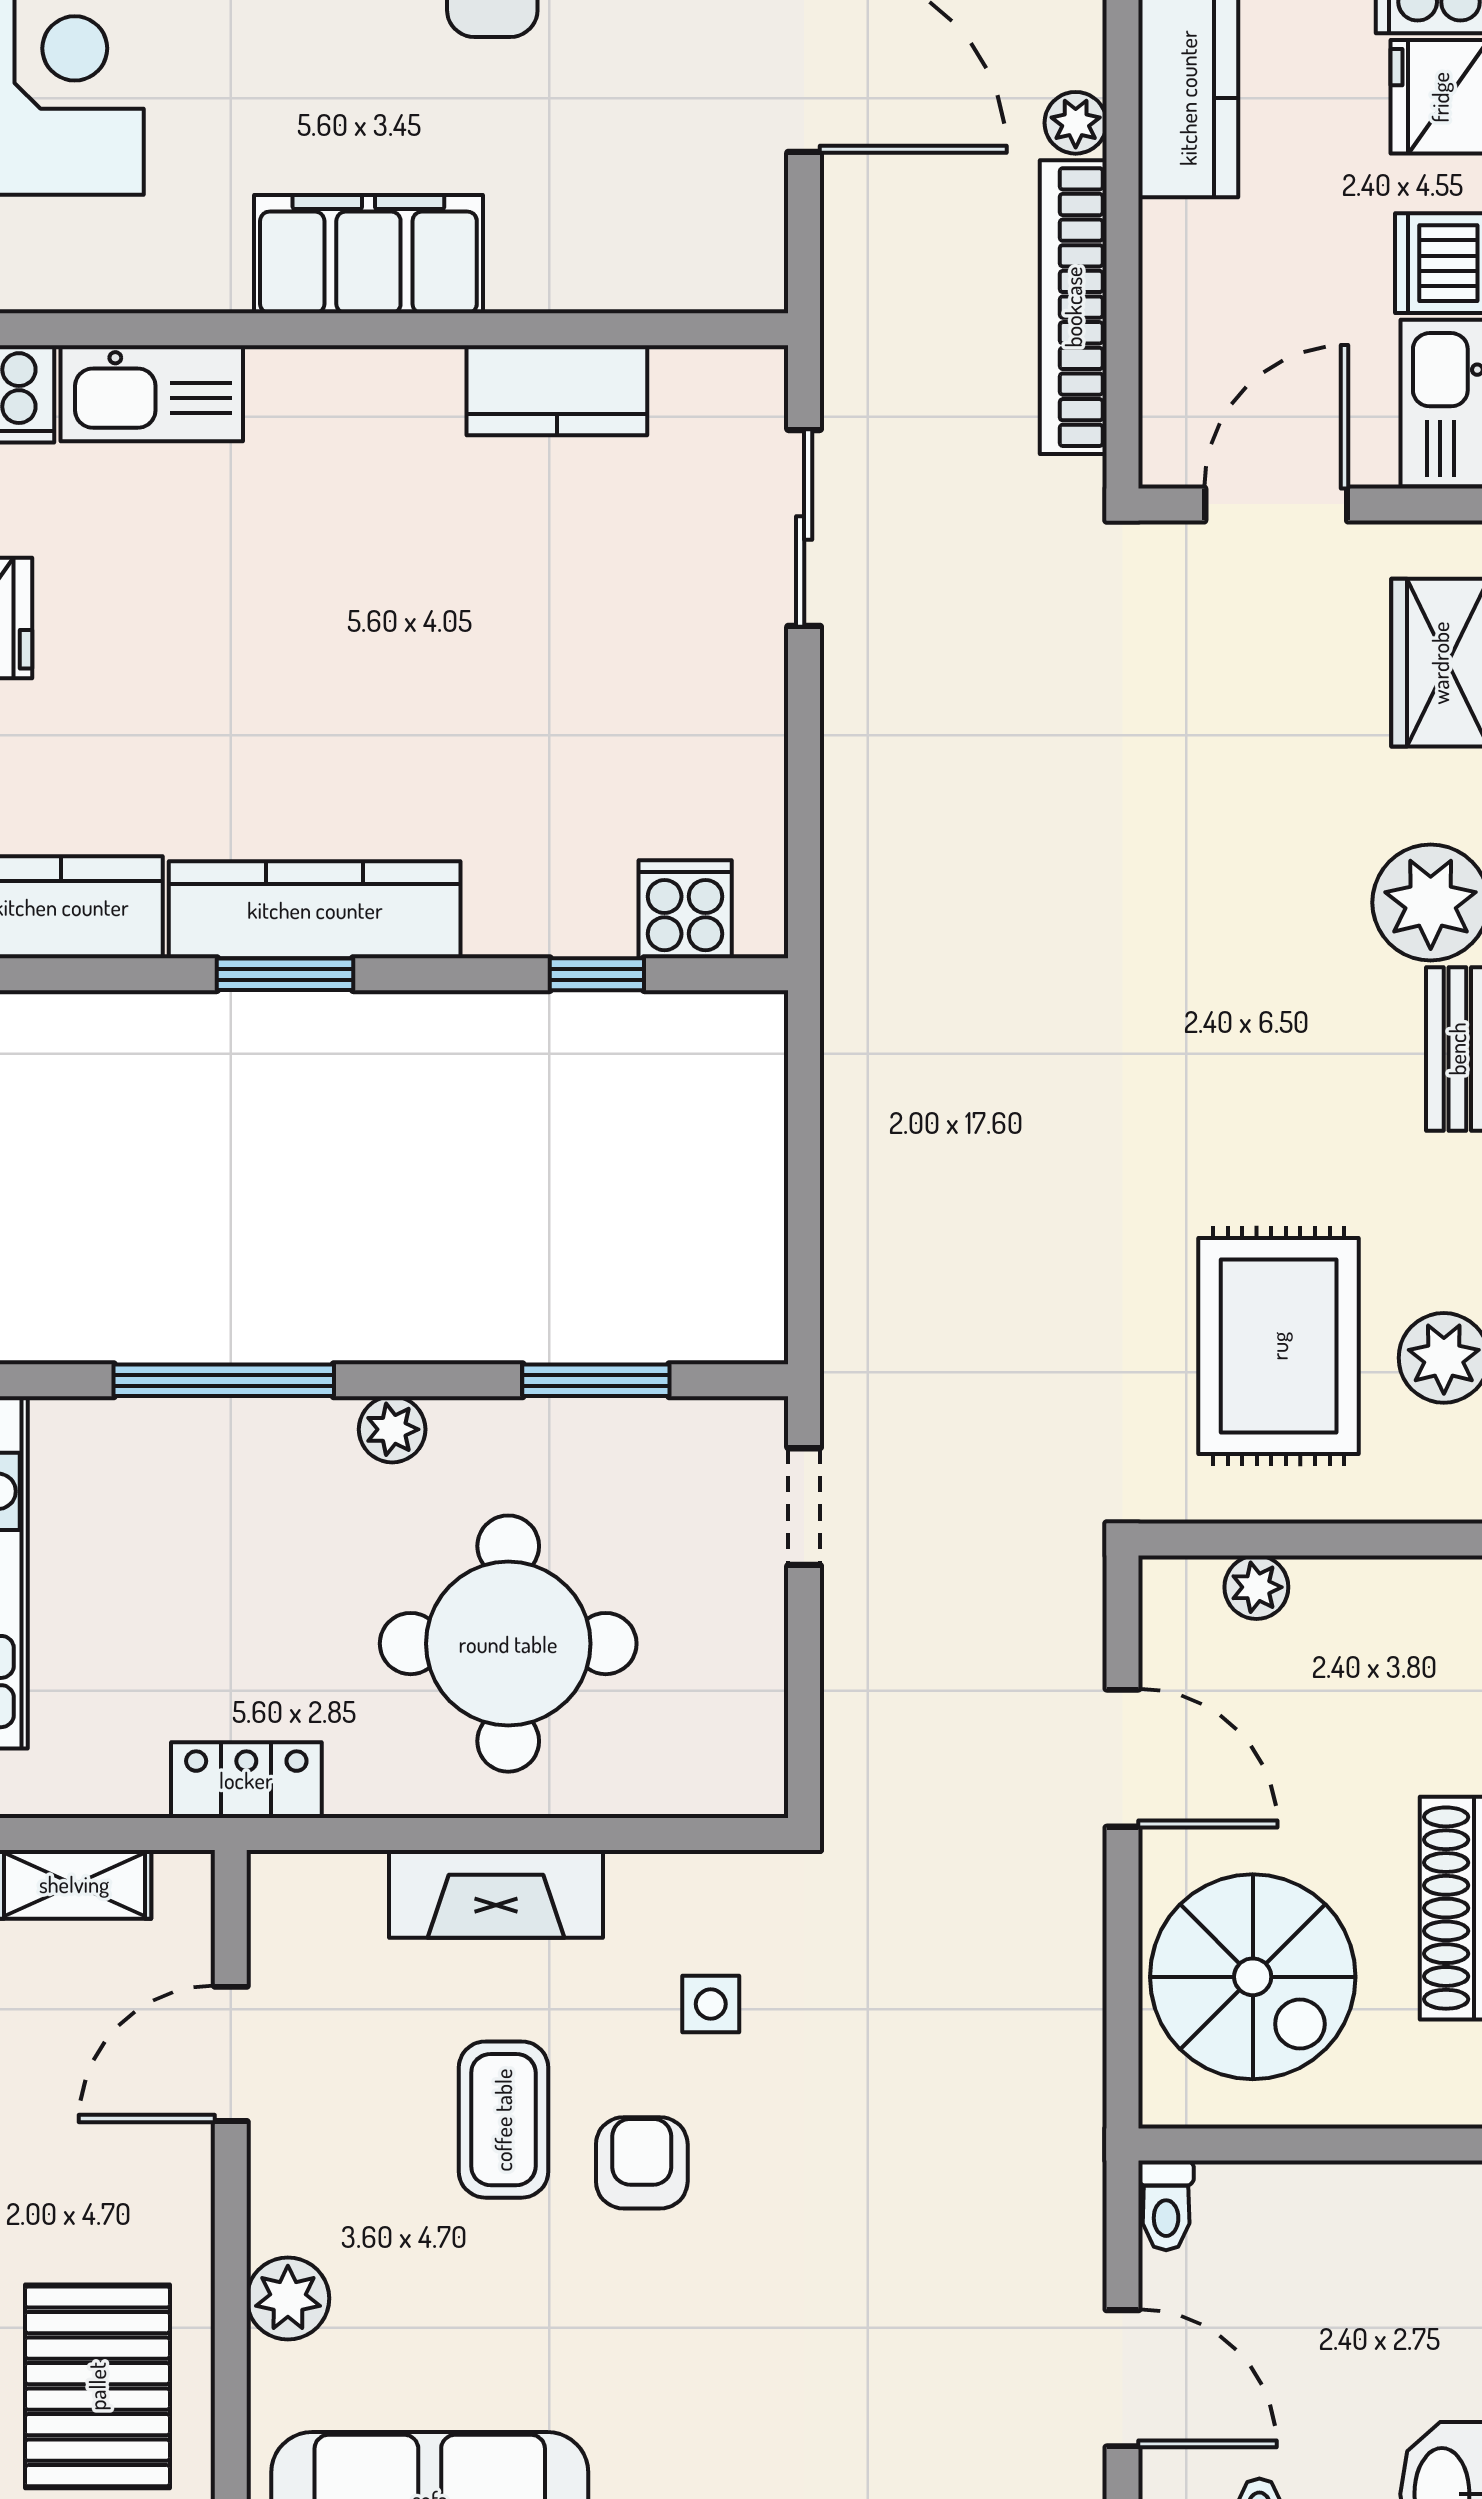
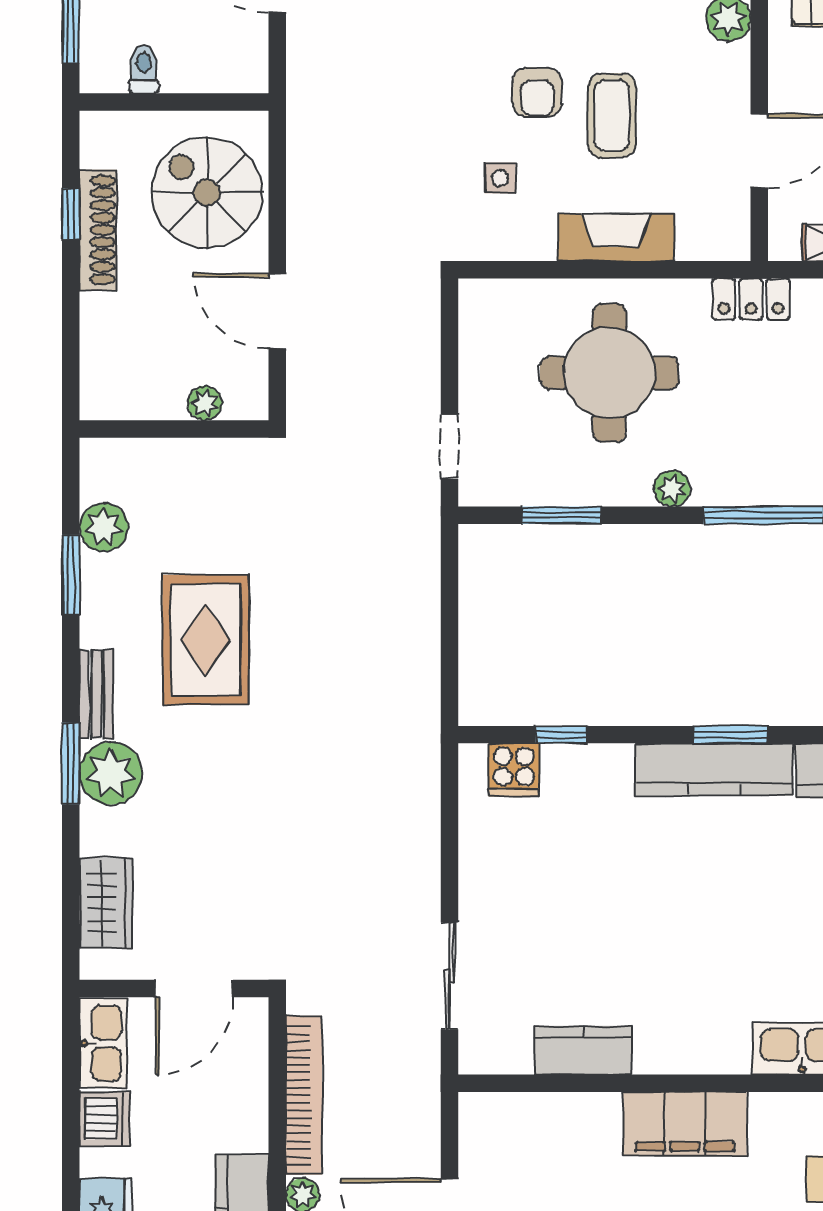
rug: (1279, 1346) -> (206, 640), moved
toilet: (1166, 2205) -> (144, 69), moved

